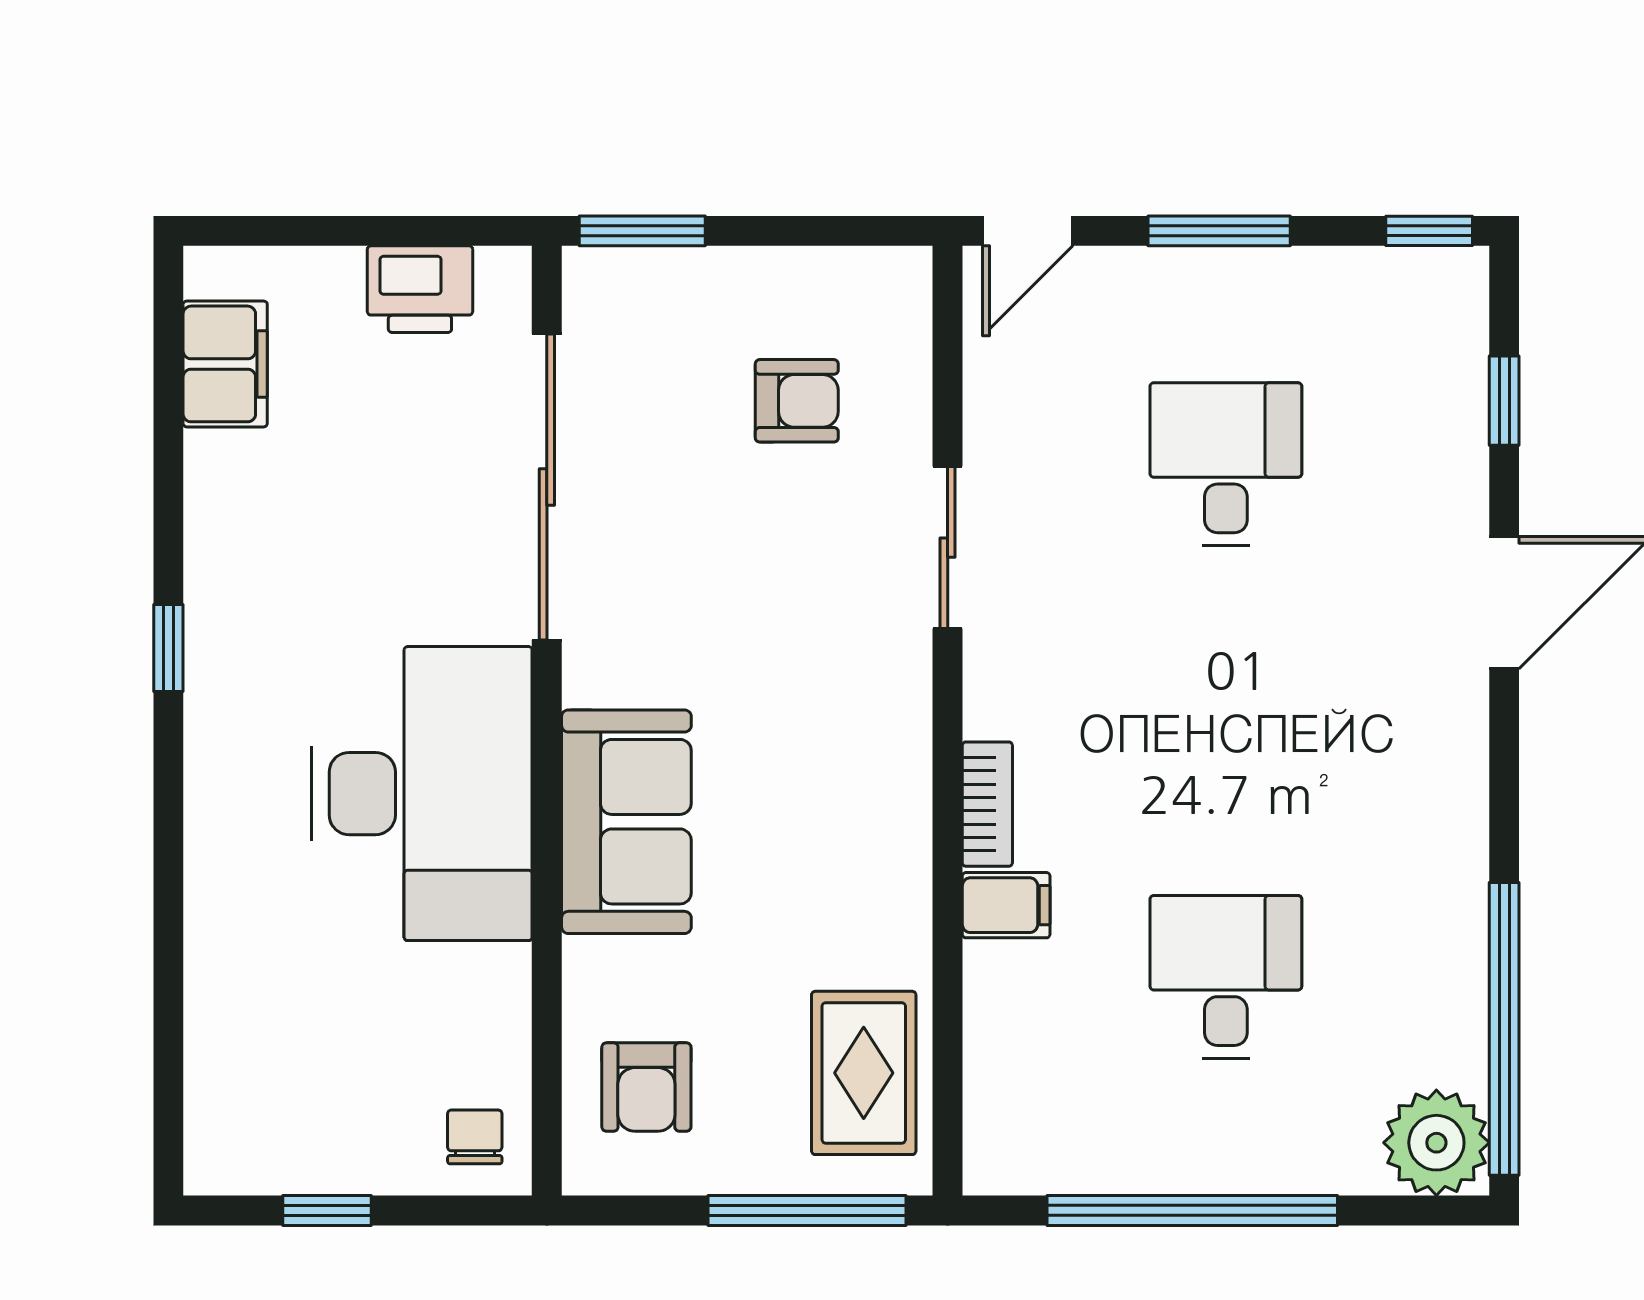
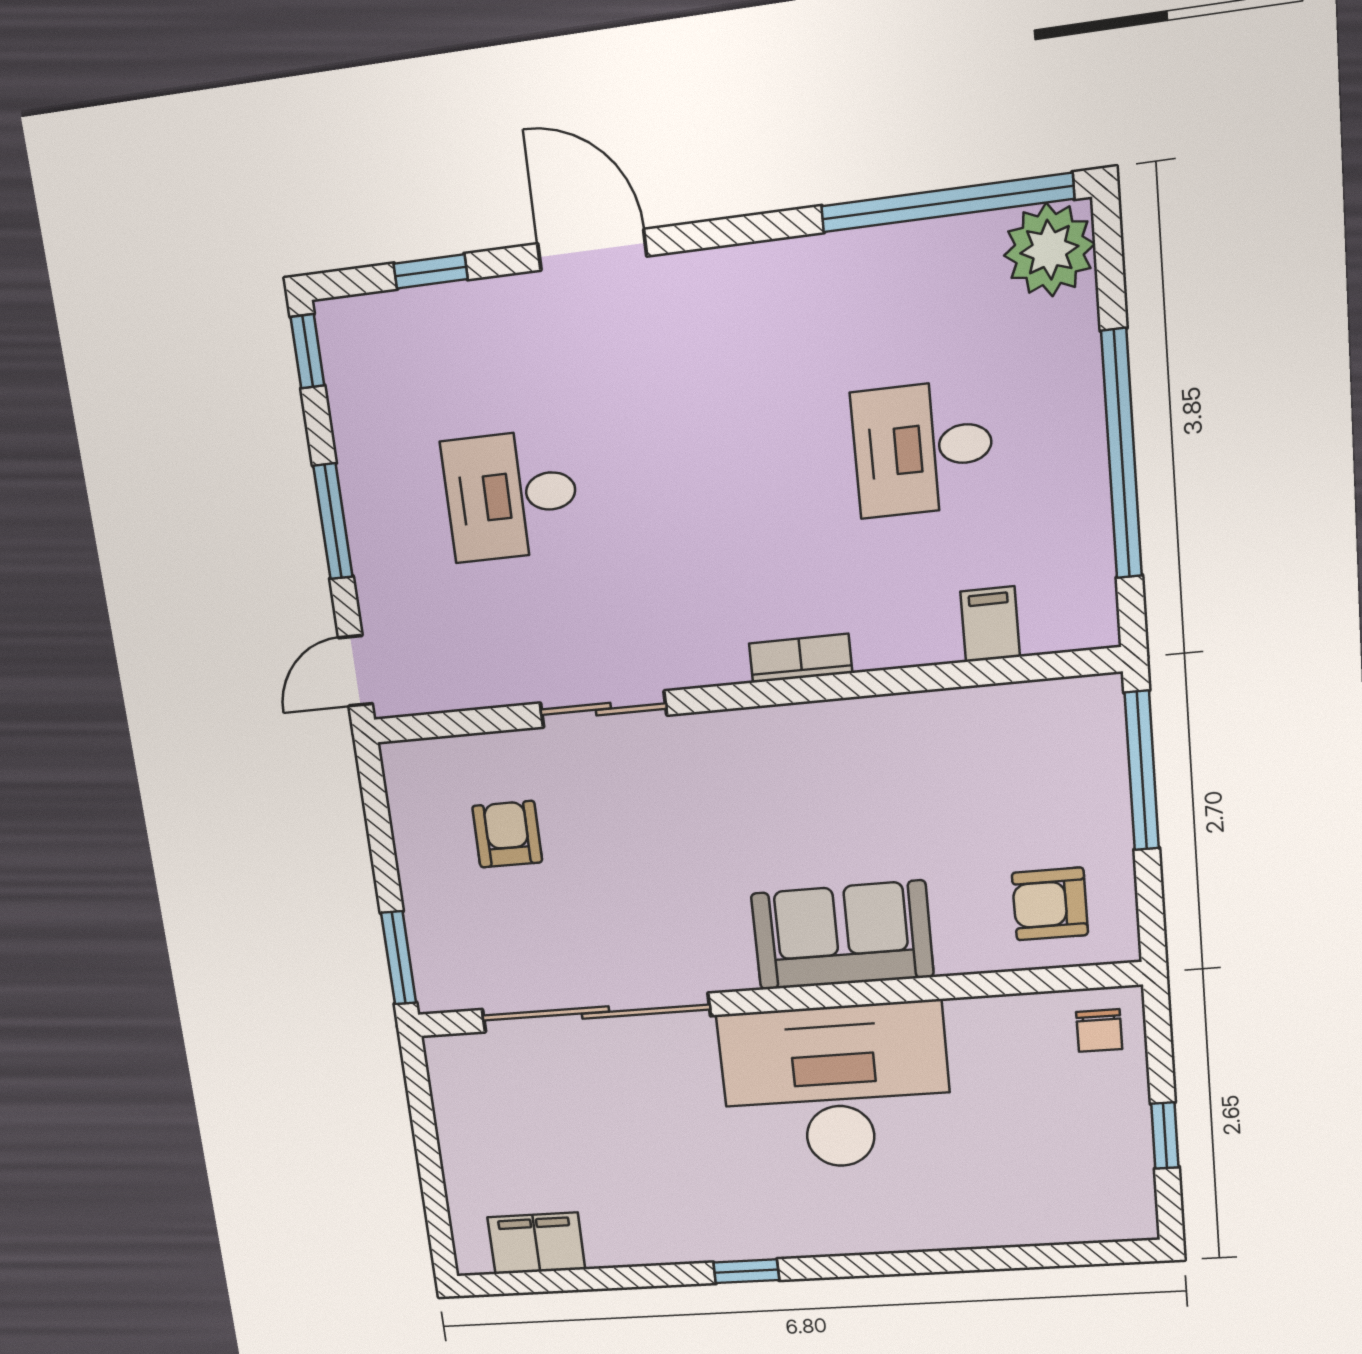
door: (1028, 231) -> (355, 671), swing flipped
printer: (420, 289) -> (464, 1112), removed
filing cabinet: (1006, 905) -> (990, 624), moved
rug: (864, 1073) -> (1026, 736), removed
armchair: (646, 1087) -> (1050, 904), turned 180
chair: (475, 1137) -> (1099, 1030), turned -90

